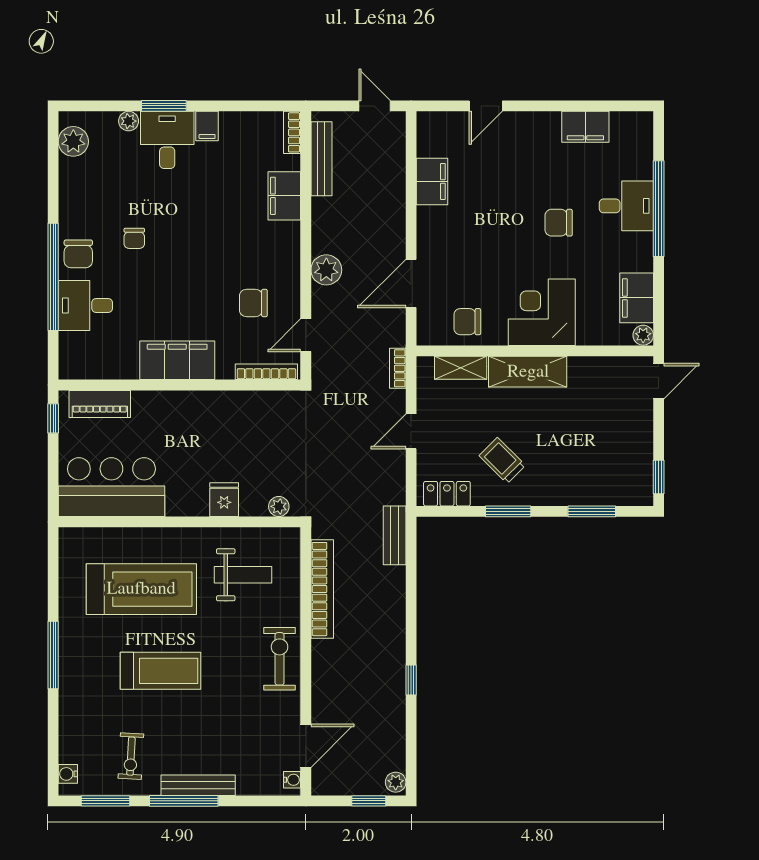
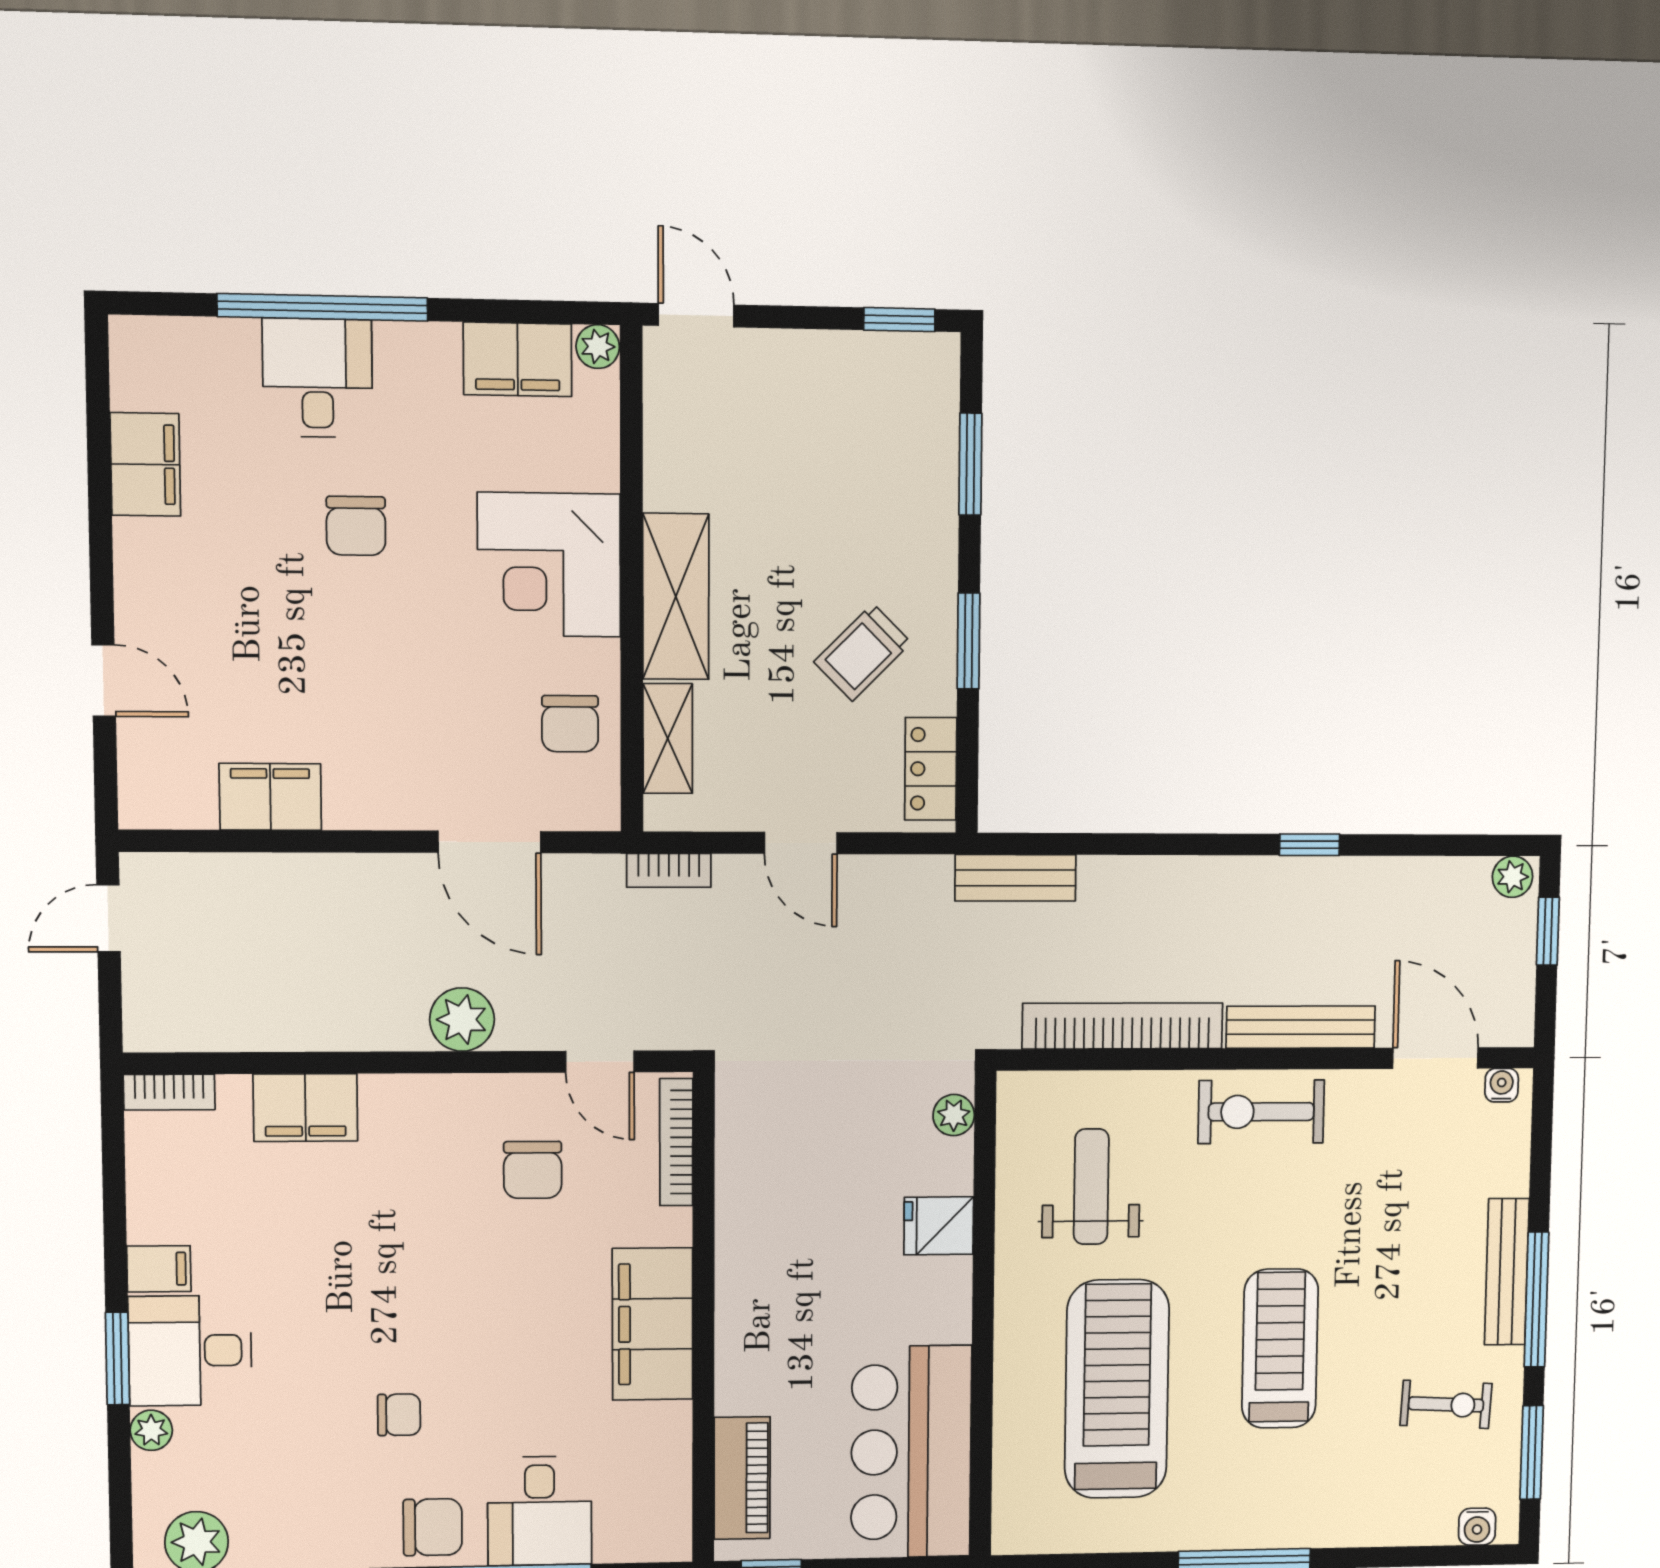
bench: (321, 159) -> (1301, 1027), moved

